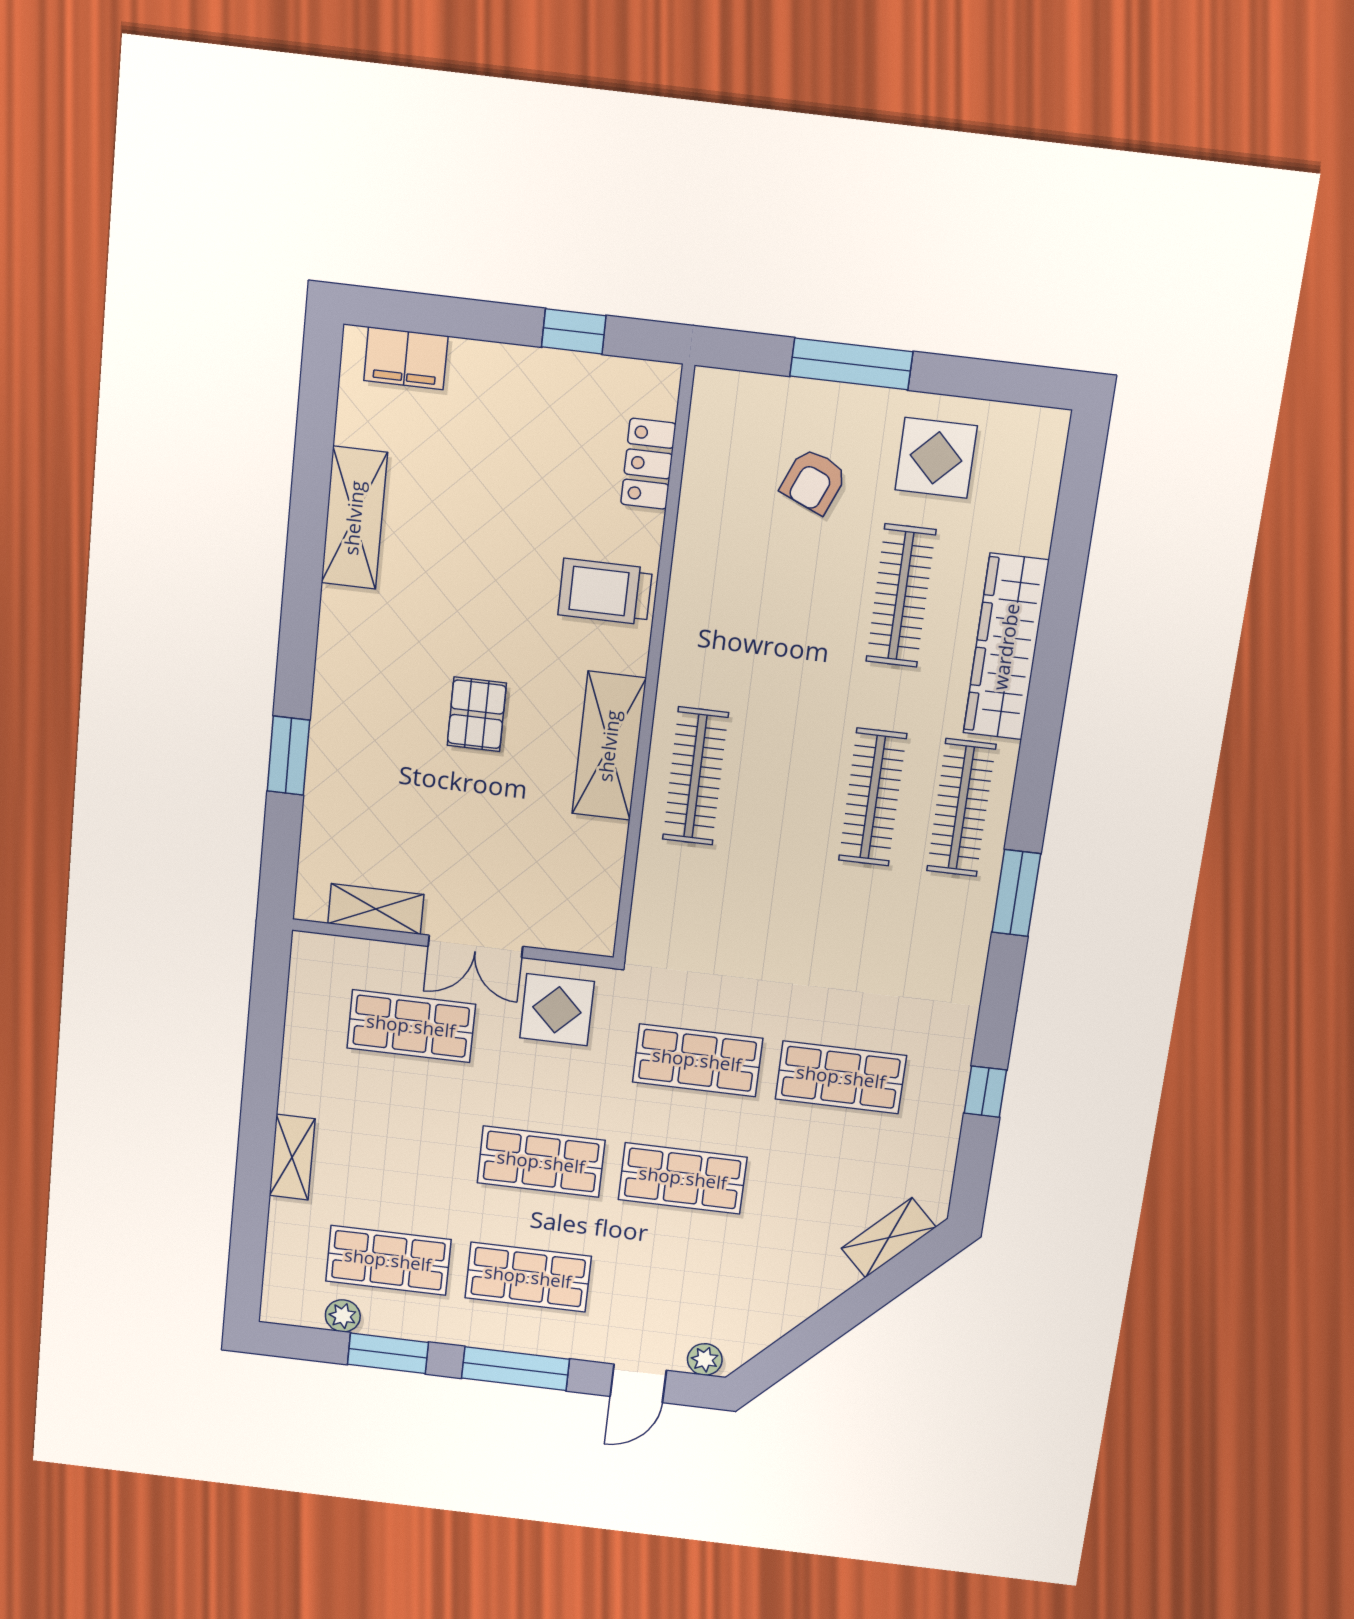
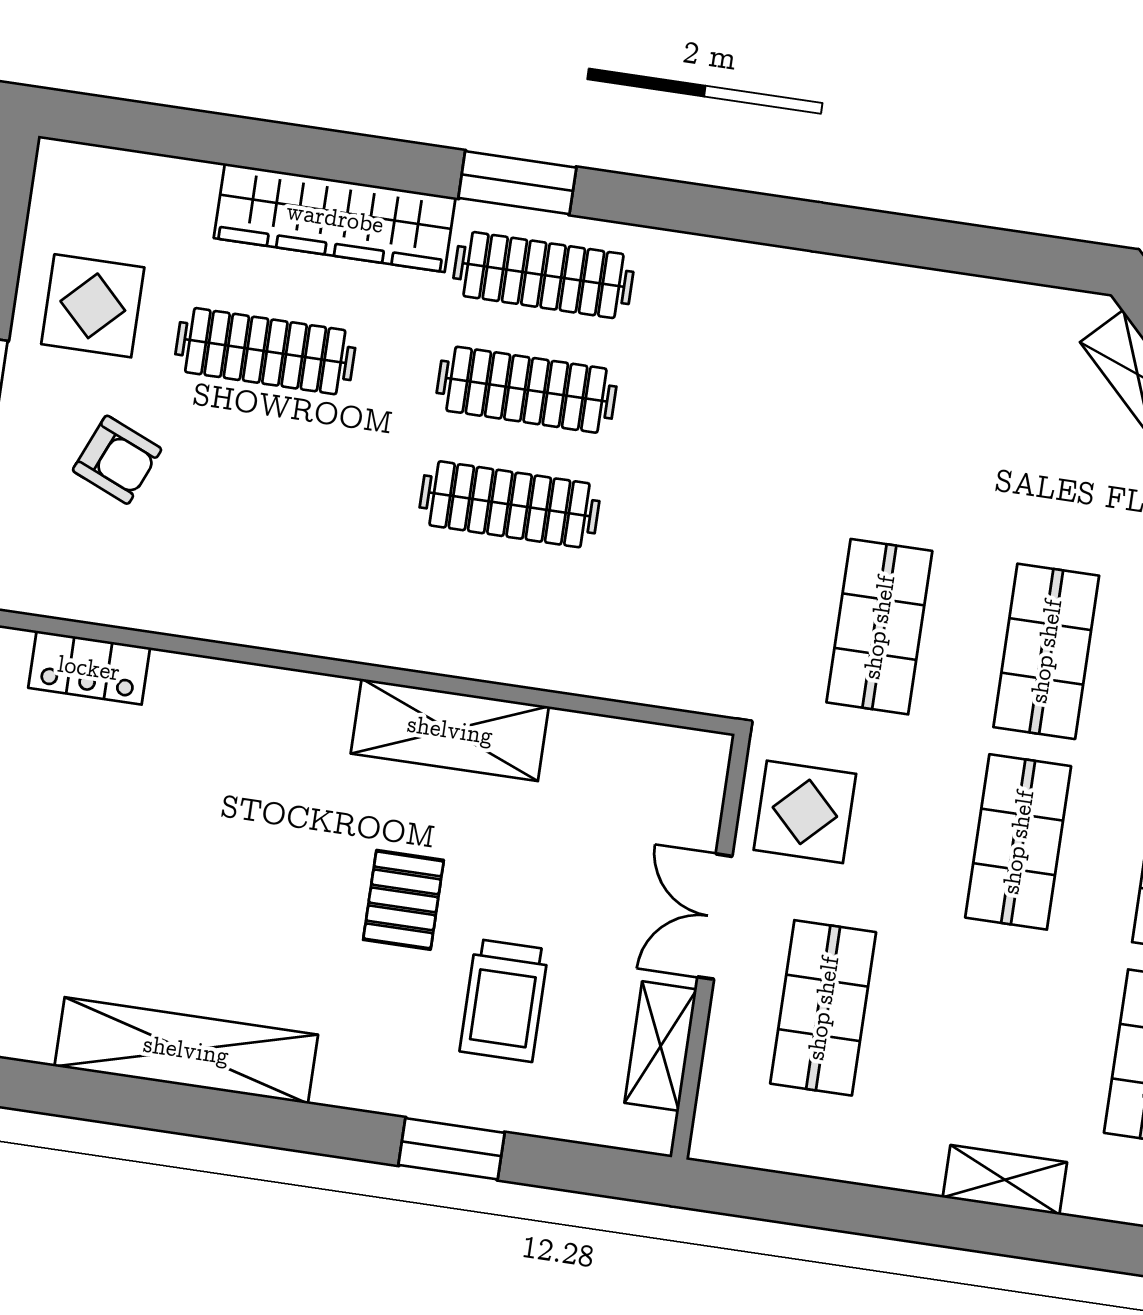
shelving: (354, 518) -> (186, 1050), width x1.47
trolley: (605, 592) -> (504, 1000), moved
pallet: (477, 714) -> (403, 900), turned 90
clothes rail: (695, 776) -> (510, 504), moved
window: (1016, 893) -> (517, 183), moved
double door: (475, 946) -> (715, 917), swing flipped
shop shelf: (841, 1077) -> (908, 436), removed
window: (985, 1092) -> (932, 244), removed

